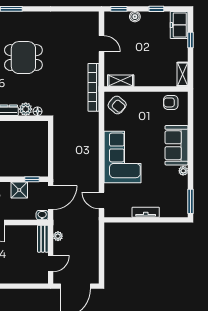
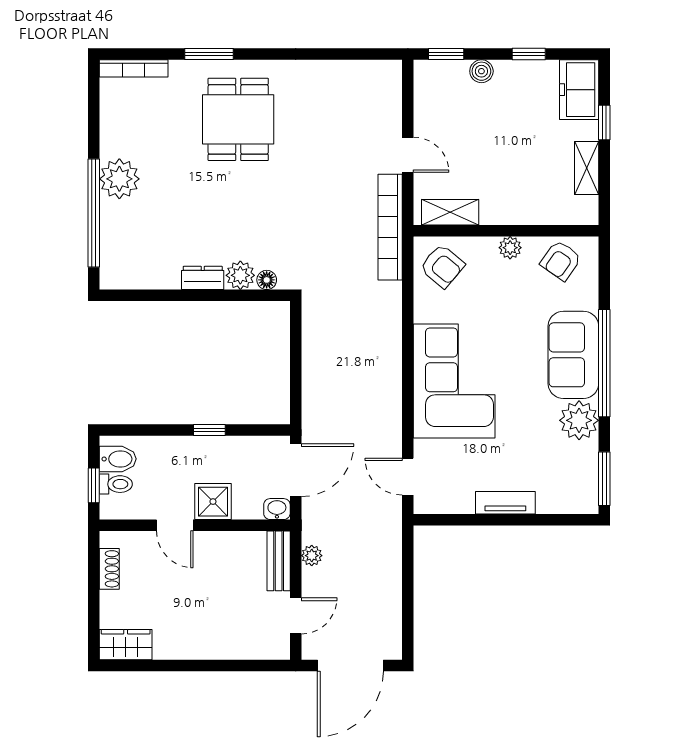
door: (102, 44) -> (408, 155), moved
dining table: (23, 58) -> (238, 119), moved, turned 90
shelving: (183, 74) -> (587, 168), moved
plant: (148, 97) -> (510, 248), added
armchair: (171, 102) -> (561, 260), turned -55
window: (191, 149) -> (604, 363), added
plant: (183, 171) -> (579, 420), width x1.88, depth x1.88
window: (32, 179) -> (209, 430), moved
shower: (19, 190) -> (213, 502), moved

